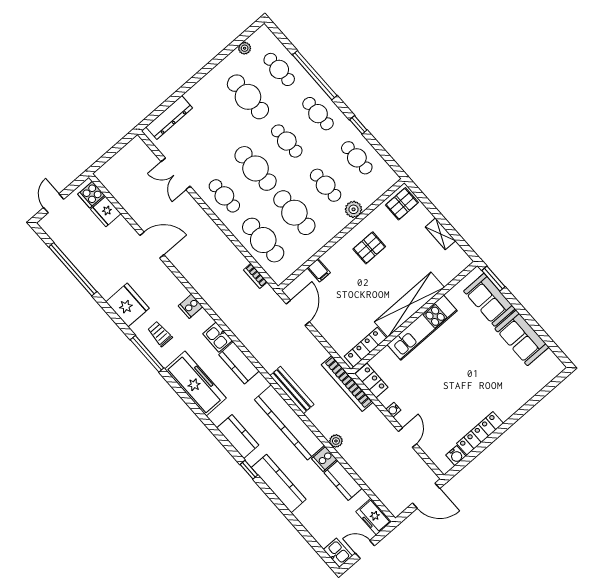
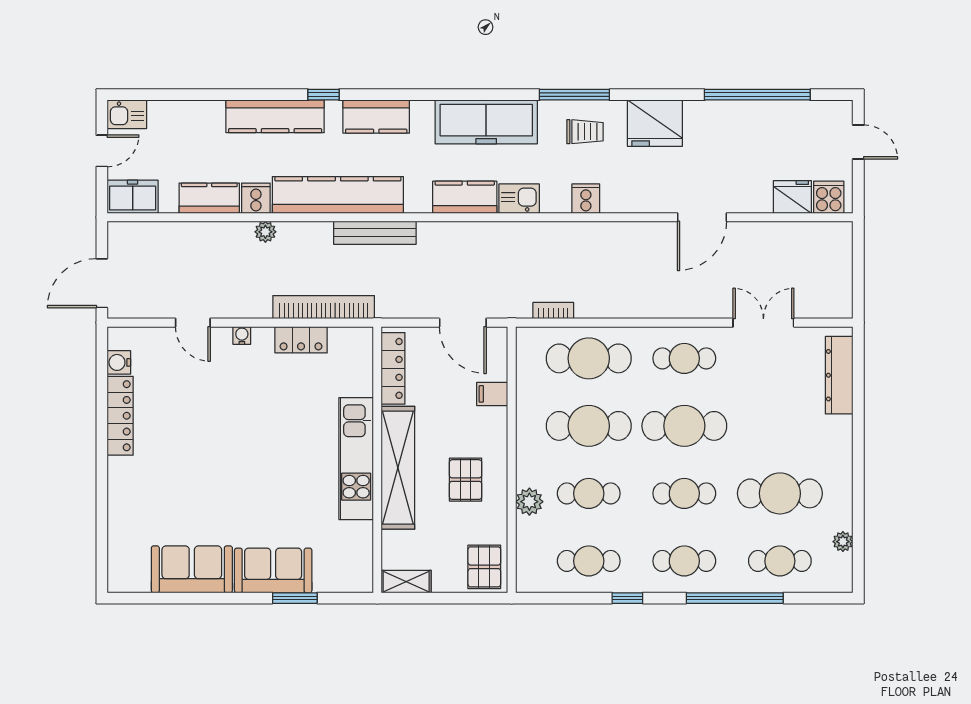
shelving: (409, 305) -> (398, 468), moved
wall: (414, 317) -> (377, 460), moved
kitchen unit: (422, 328) -> (356, 459), moved
locker: (365, 347) -> (393, 368), moved

